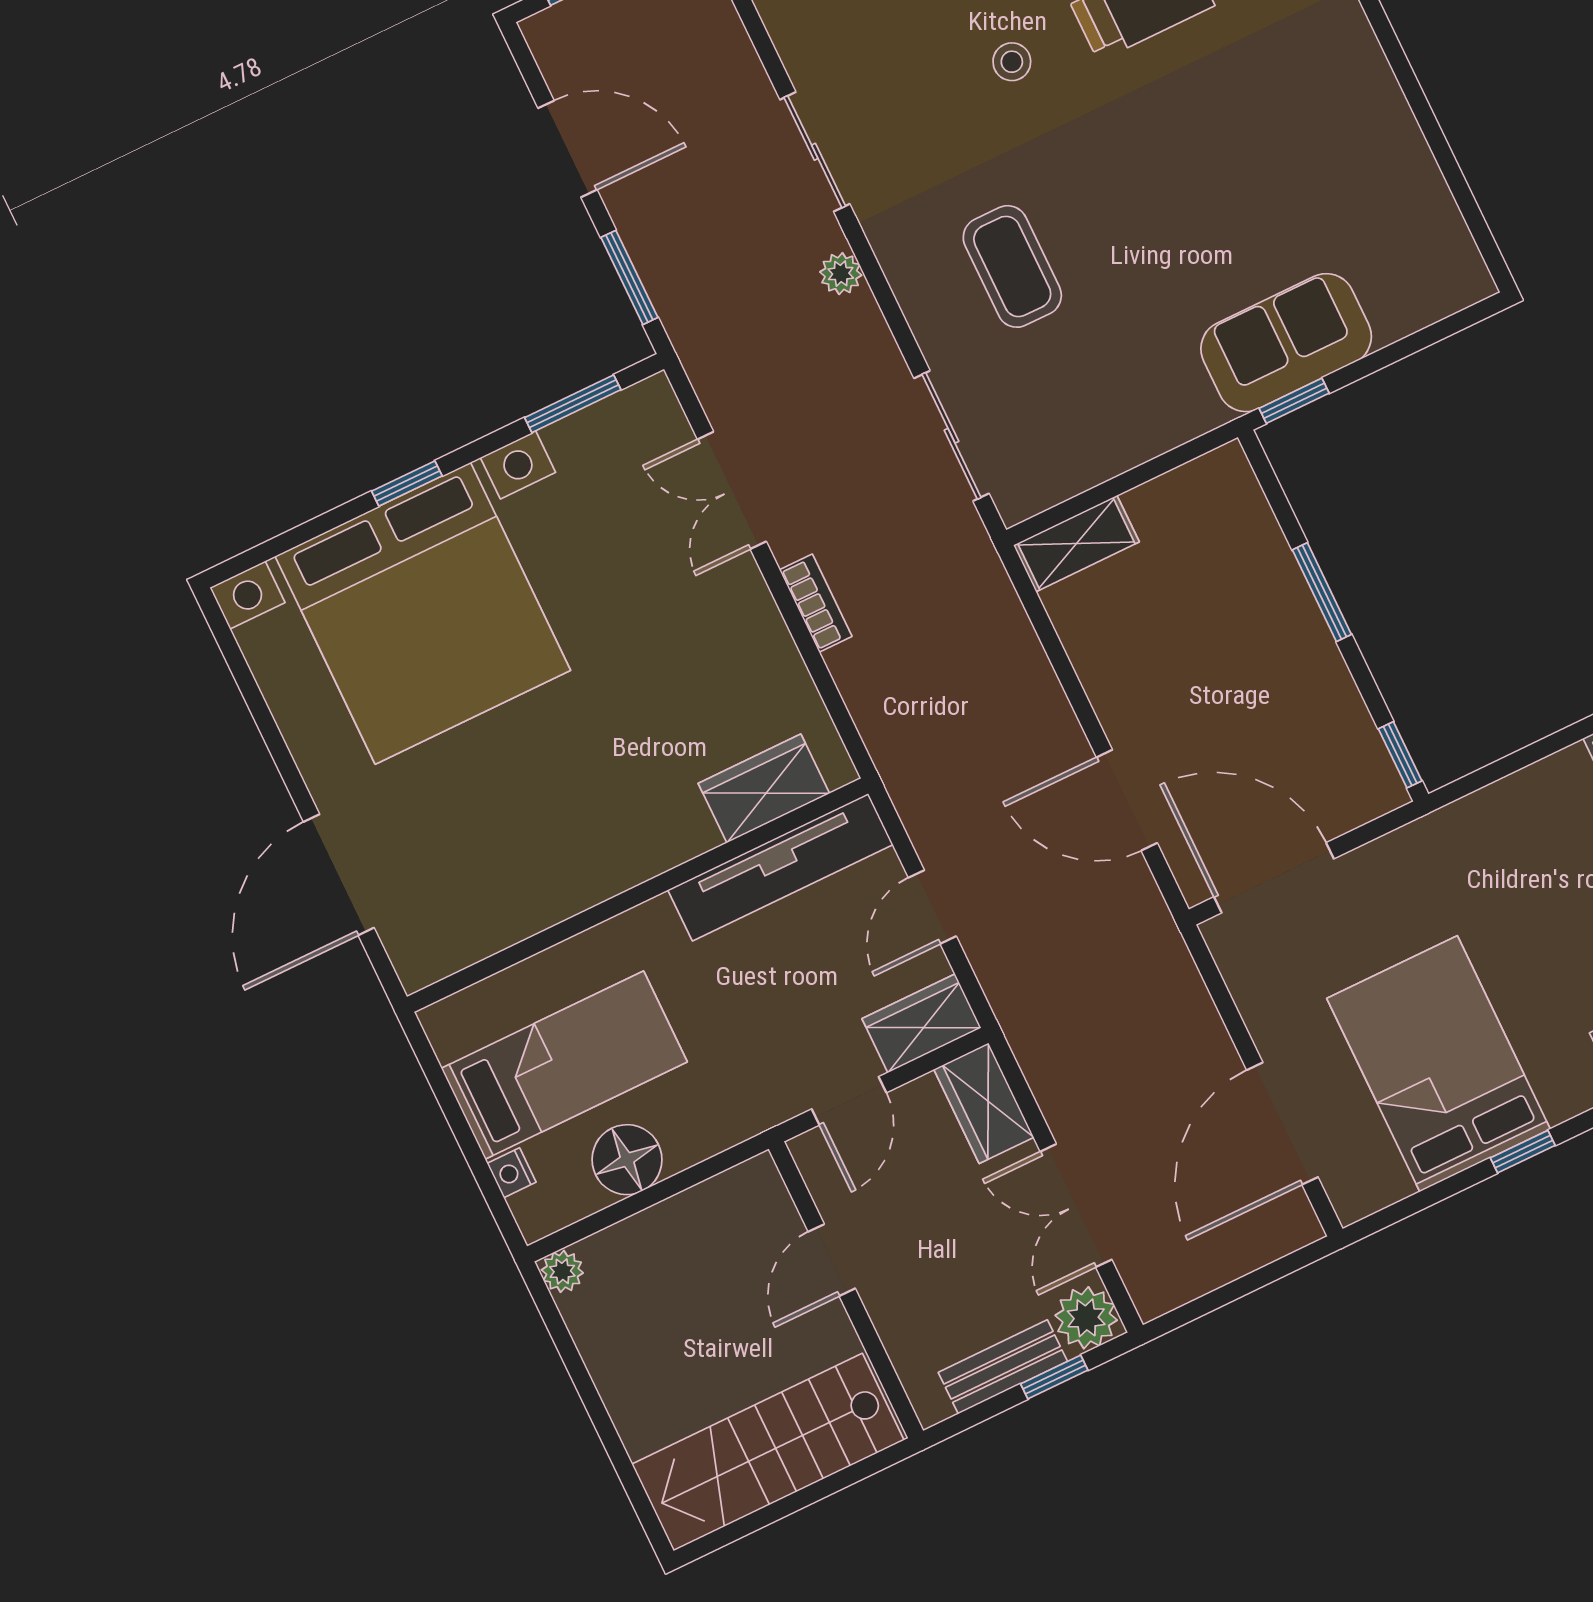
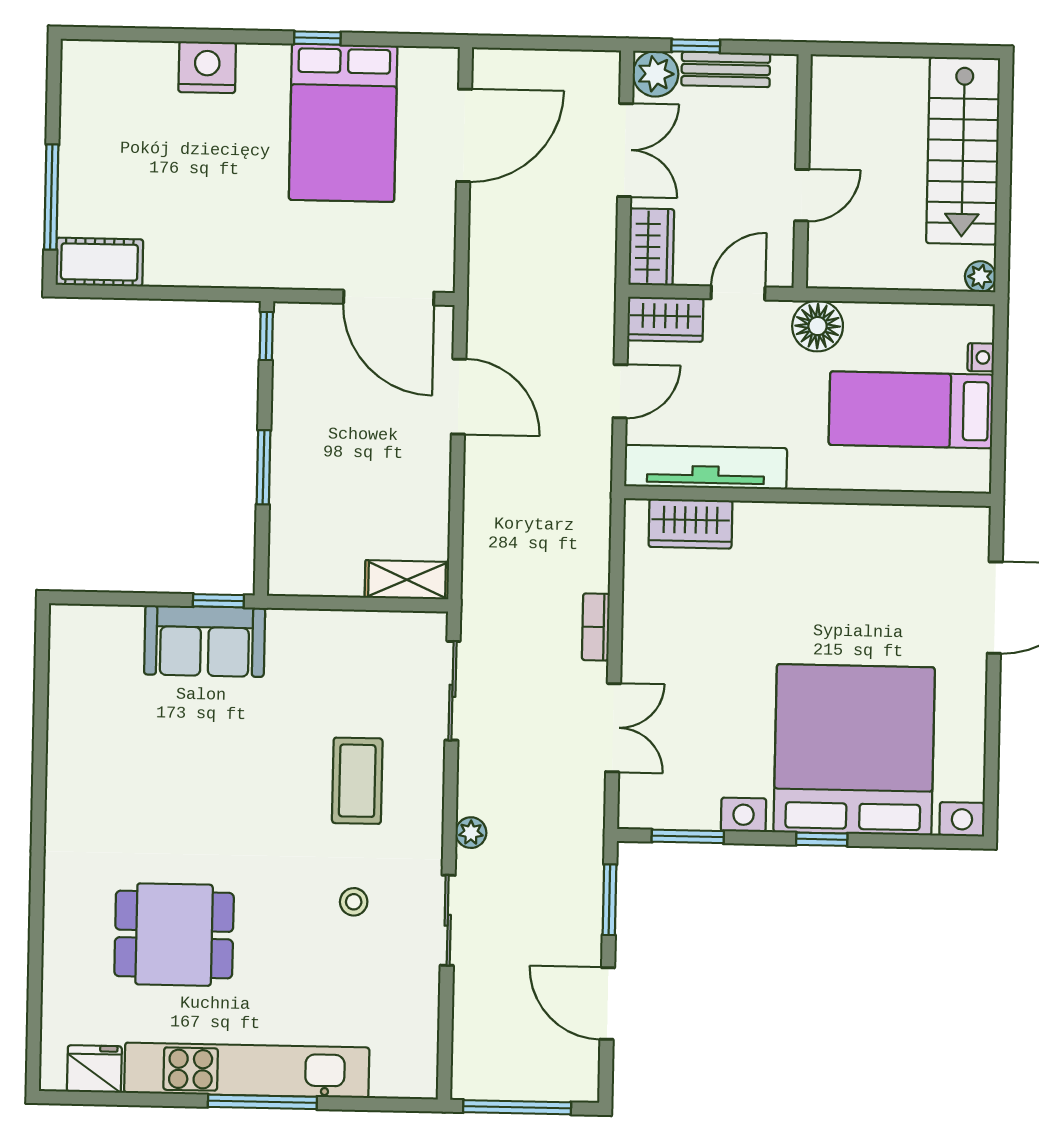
stool: (1012, 62) -> (354, 902), moved
floor lamp: (627, 1160) -> (818, 326), moved
stairs: (768, 1452) -> (963, 151), moved, turned 90

